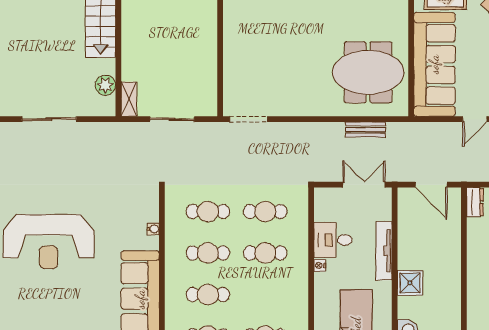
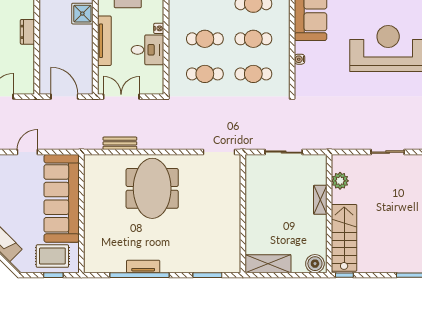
meeting table: (368, 72) -> (152, 188), moved, turned 90
shelving: (129, 99) -> (320, 200), moved
sliding door: (49, 119) -> (388, 152), width x0.73
double door: (364, 185) -> (121, 97), swing flipped
dresser: (475, 202) -> (27, 32), moved

